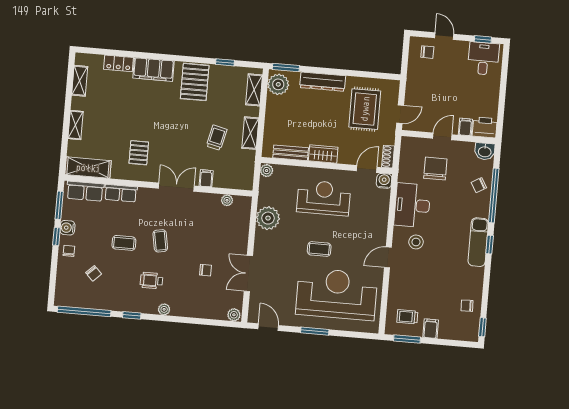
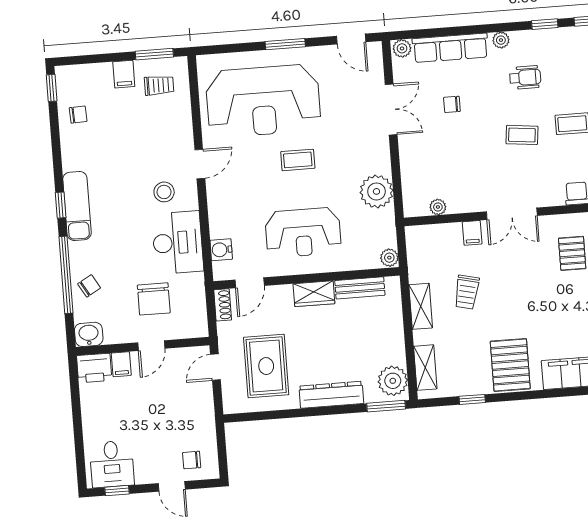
water cooler: (384, 181) -> (221, 250), moved, turned 90
coffee table: (160, 241) -> (522, 135), turned -74
row of seats: (200, 310) -> (450, 48), added

